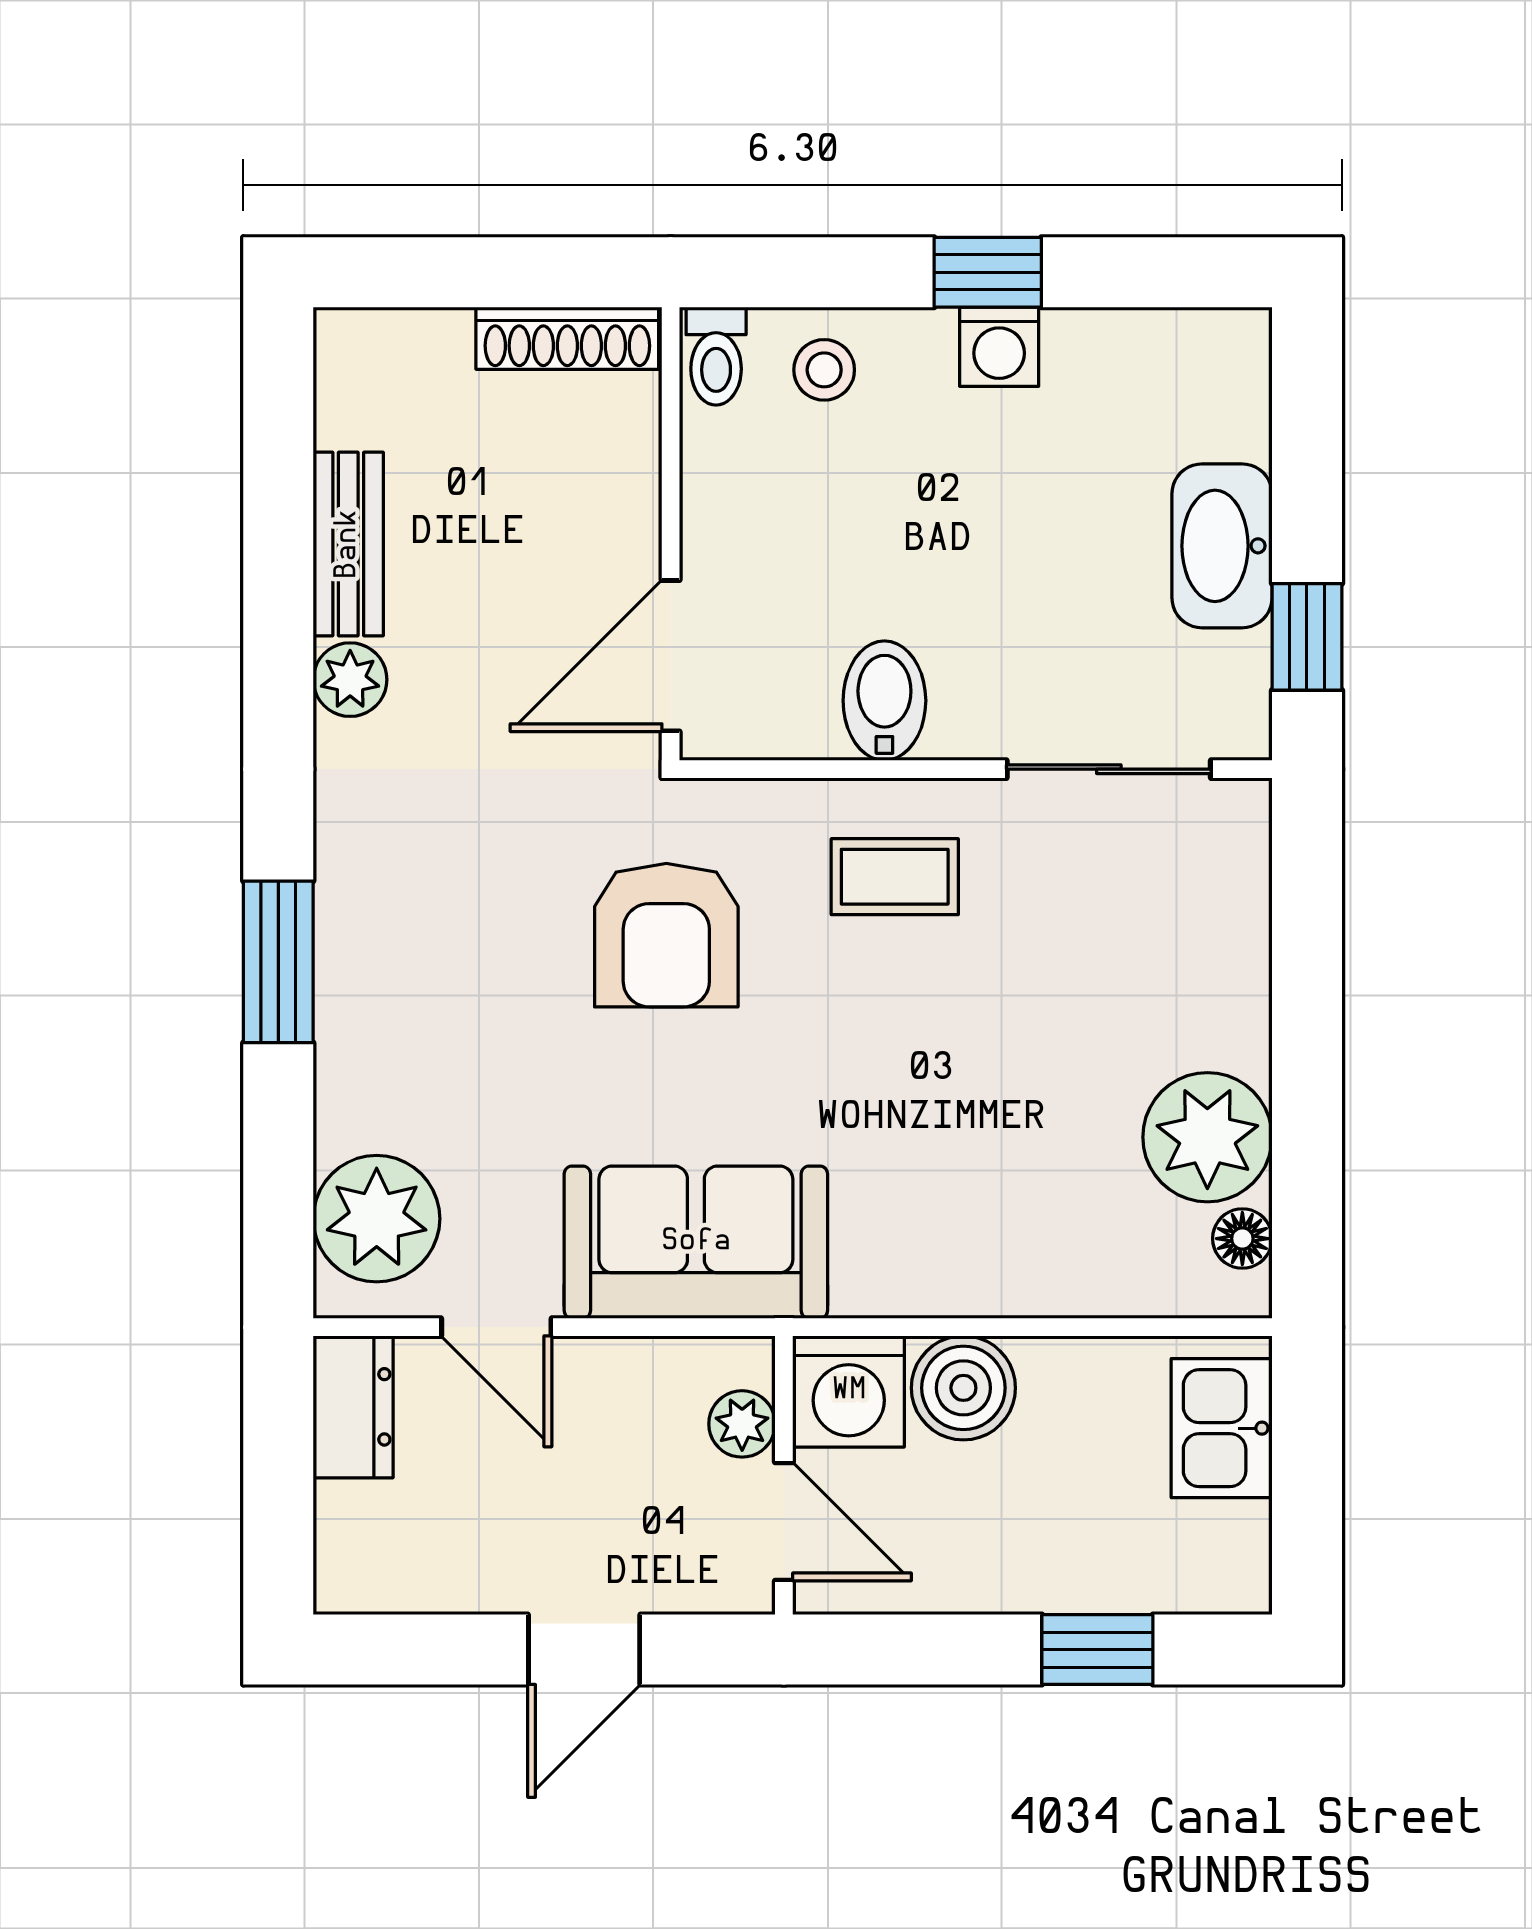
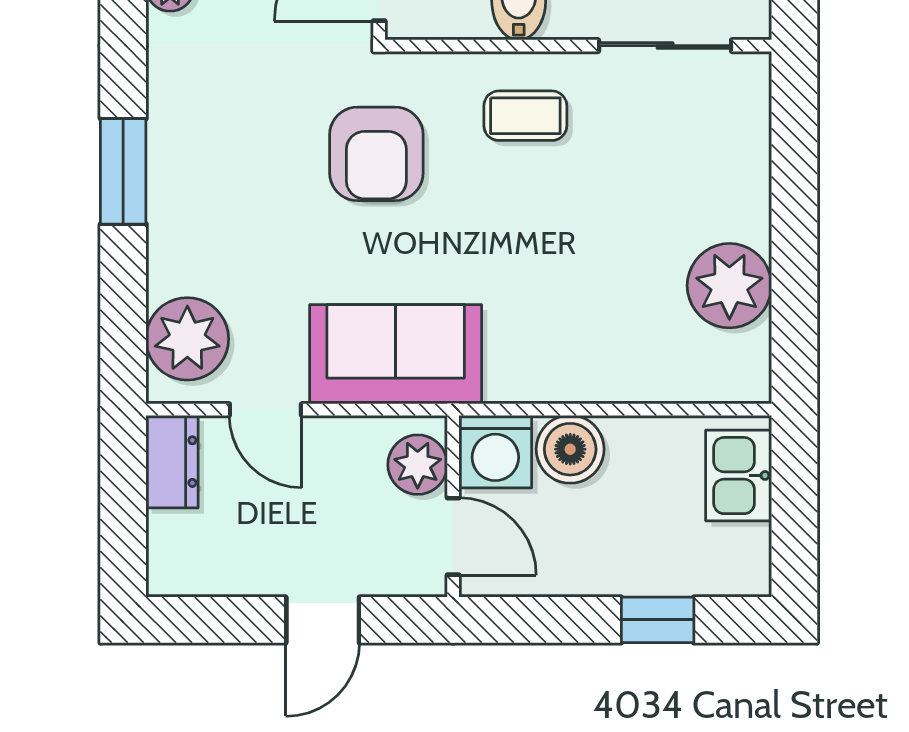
floor lamp: (1242, 1239) -> (752, 352), removed
plant: (742, 1424) -> (418, 465), width x1.38, depth x1.38

